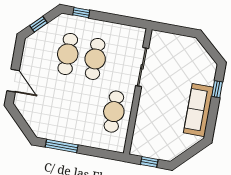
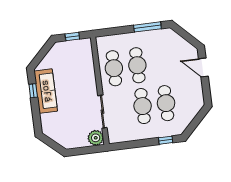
window: (38, 24) -> (197, 120), removed
plant: (159, 40) -> (96, 138), added
window: (217, 89) -> (33, 91), moved
cafe table: (86, 107) -> (137, 65), added

